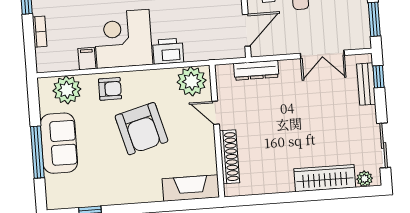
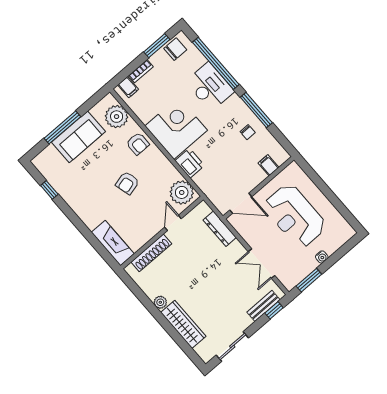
filing cabinet: (87, 59) -> (128, 87), moved, turned 90
armchair: (142, 129) -> (127, 183), width x0.53, depth x0.53
plant: (365, 179) -> (160, 302), moved

